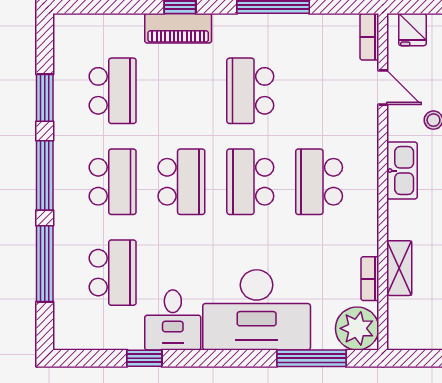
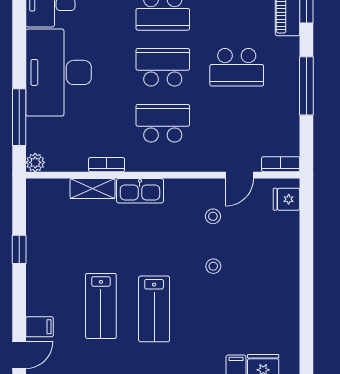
school desk: (250, 91) -> (237, 67), turned 180
kitchen sink: (402, 171) -> (140, 191), moved
bookcase: (370, 279) -> (106, 165), moved
plant: (357, 328) -> (35, 162), width x0.53, depth x0.53

